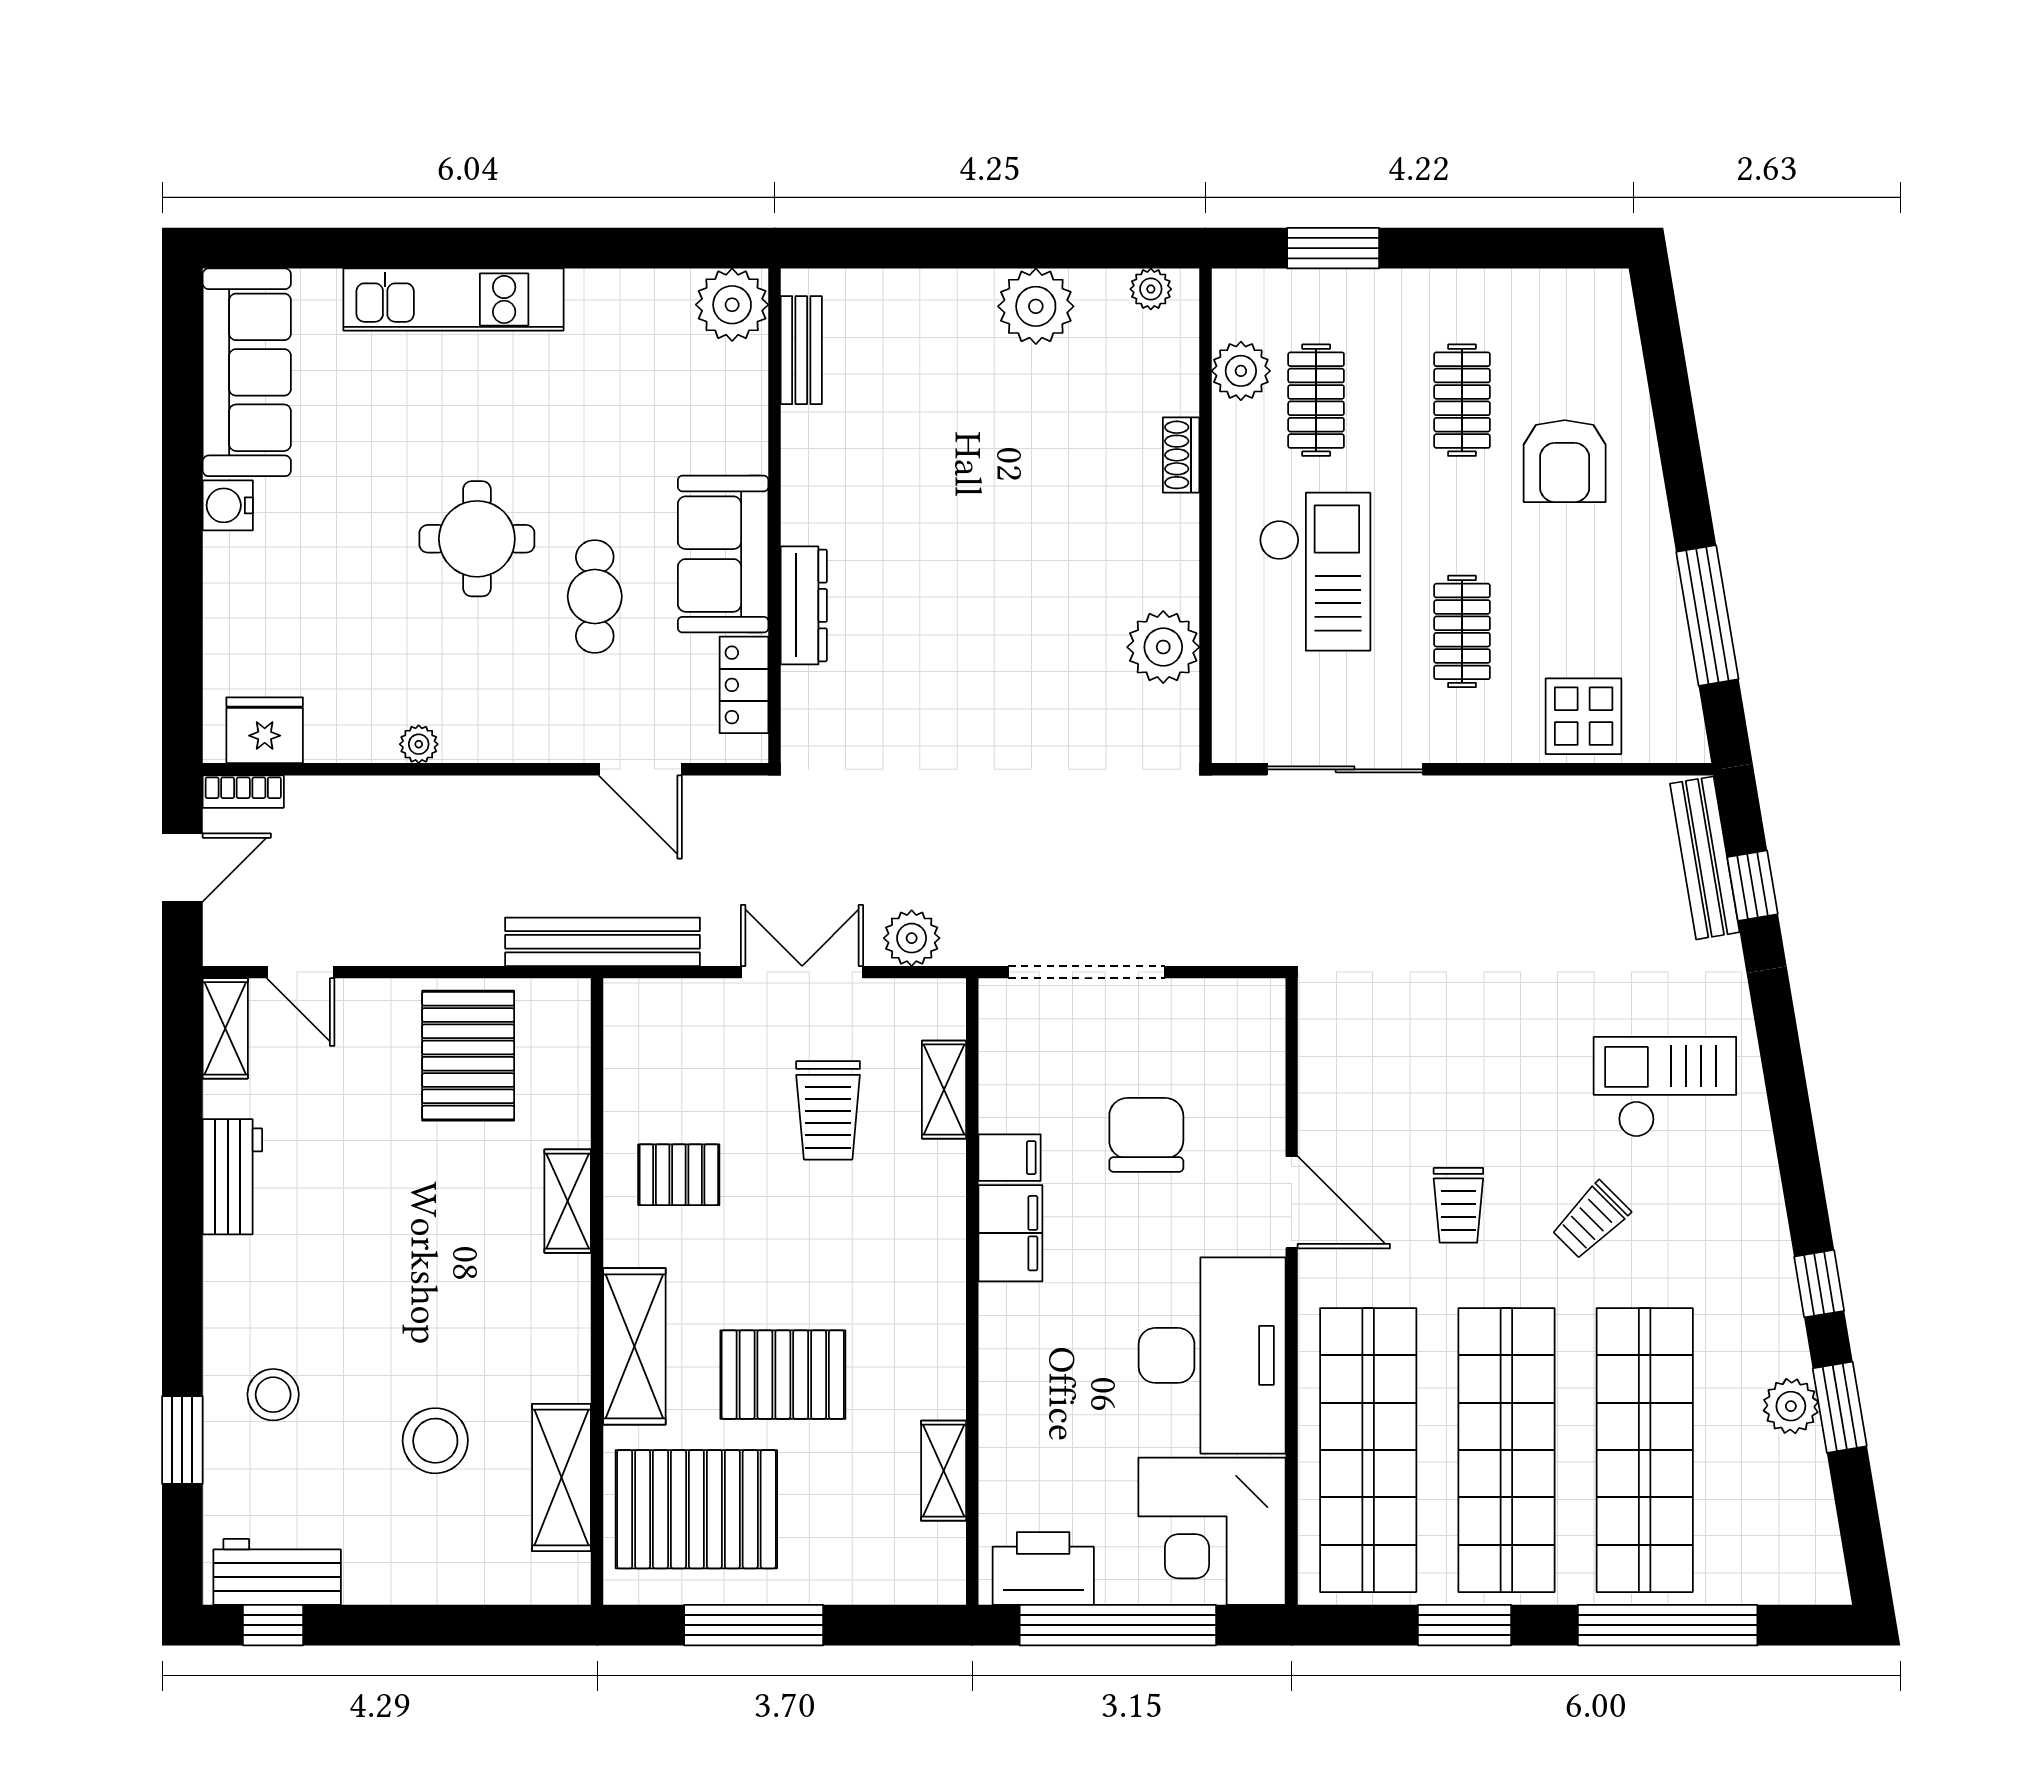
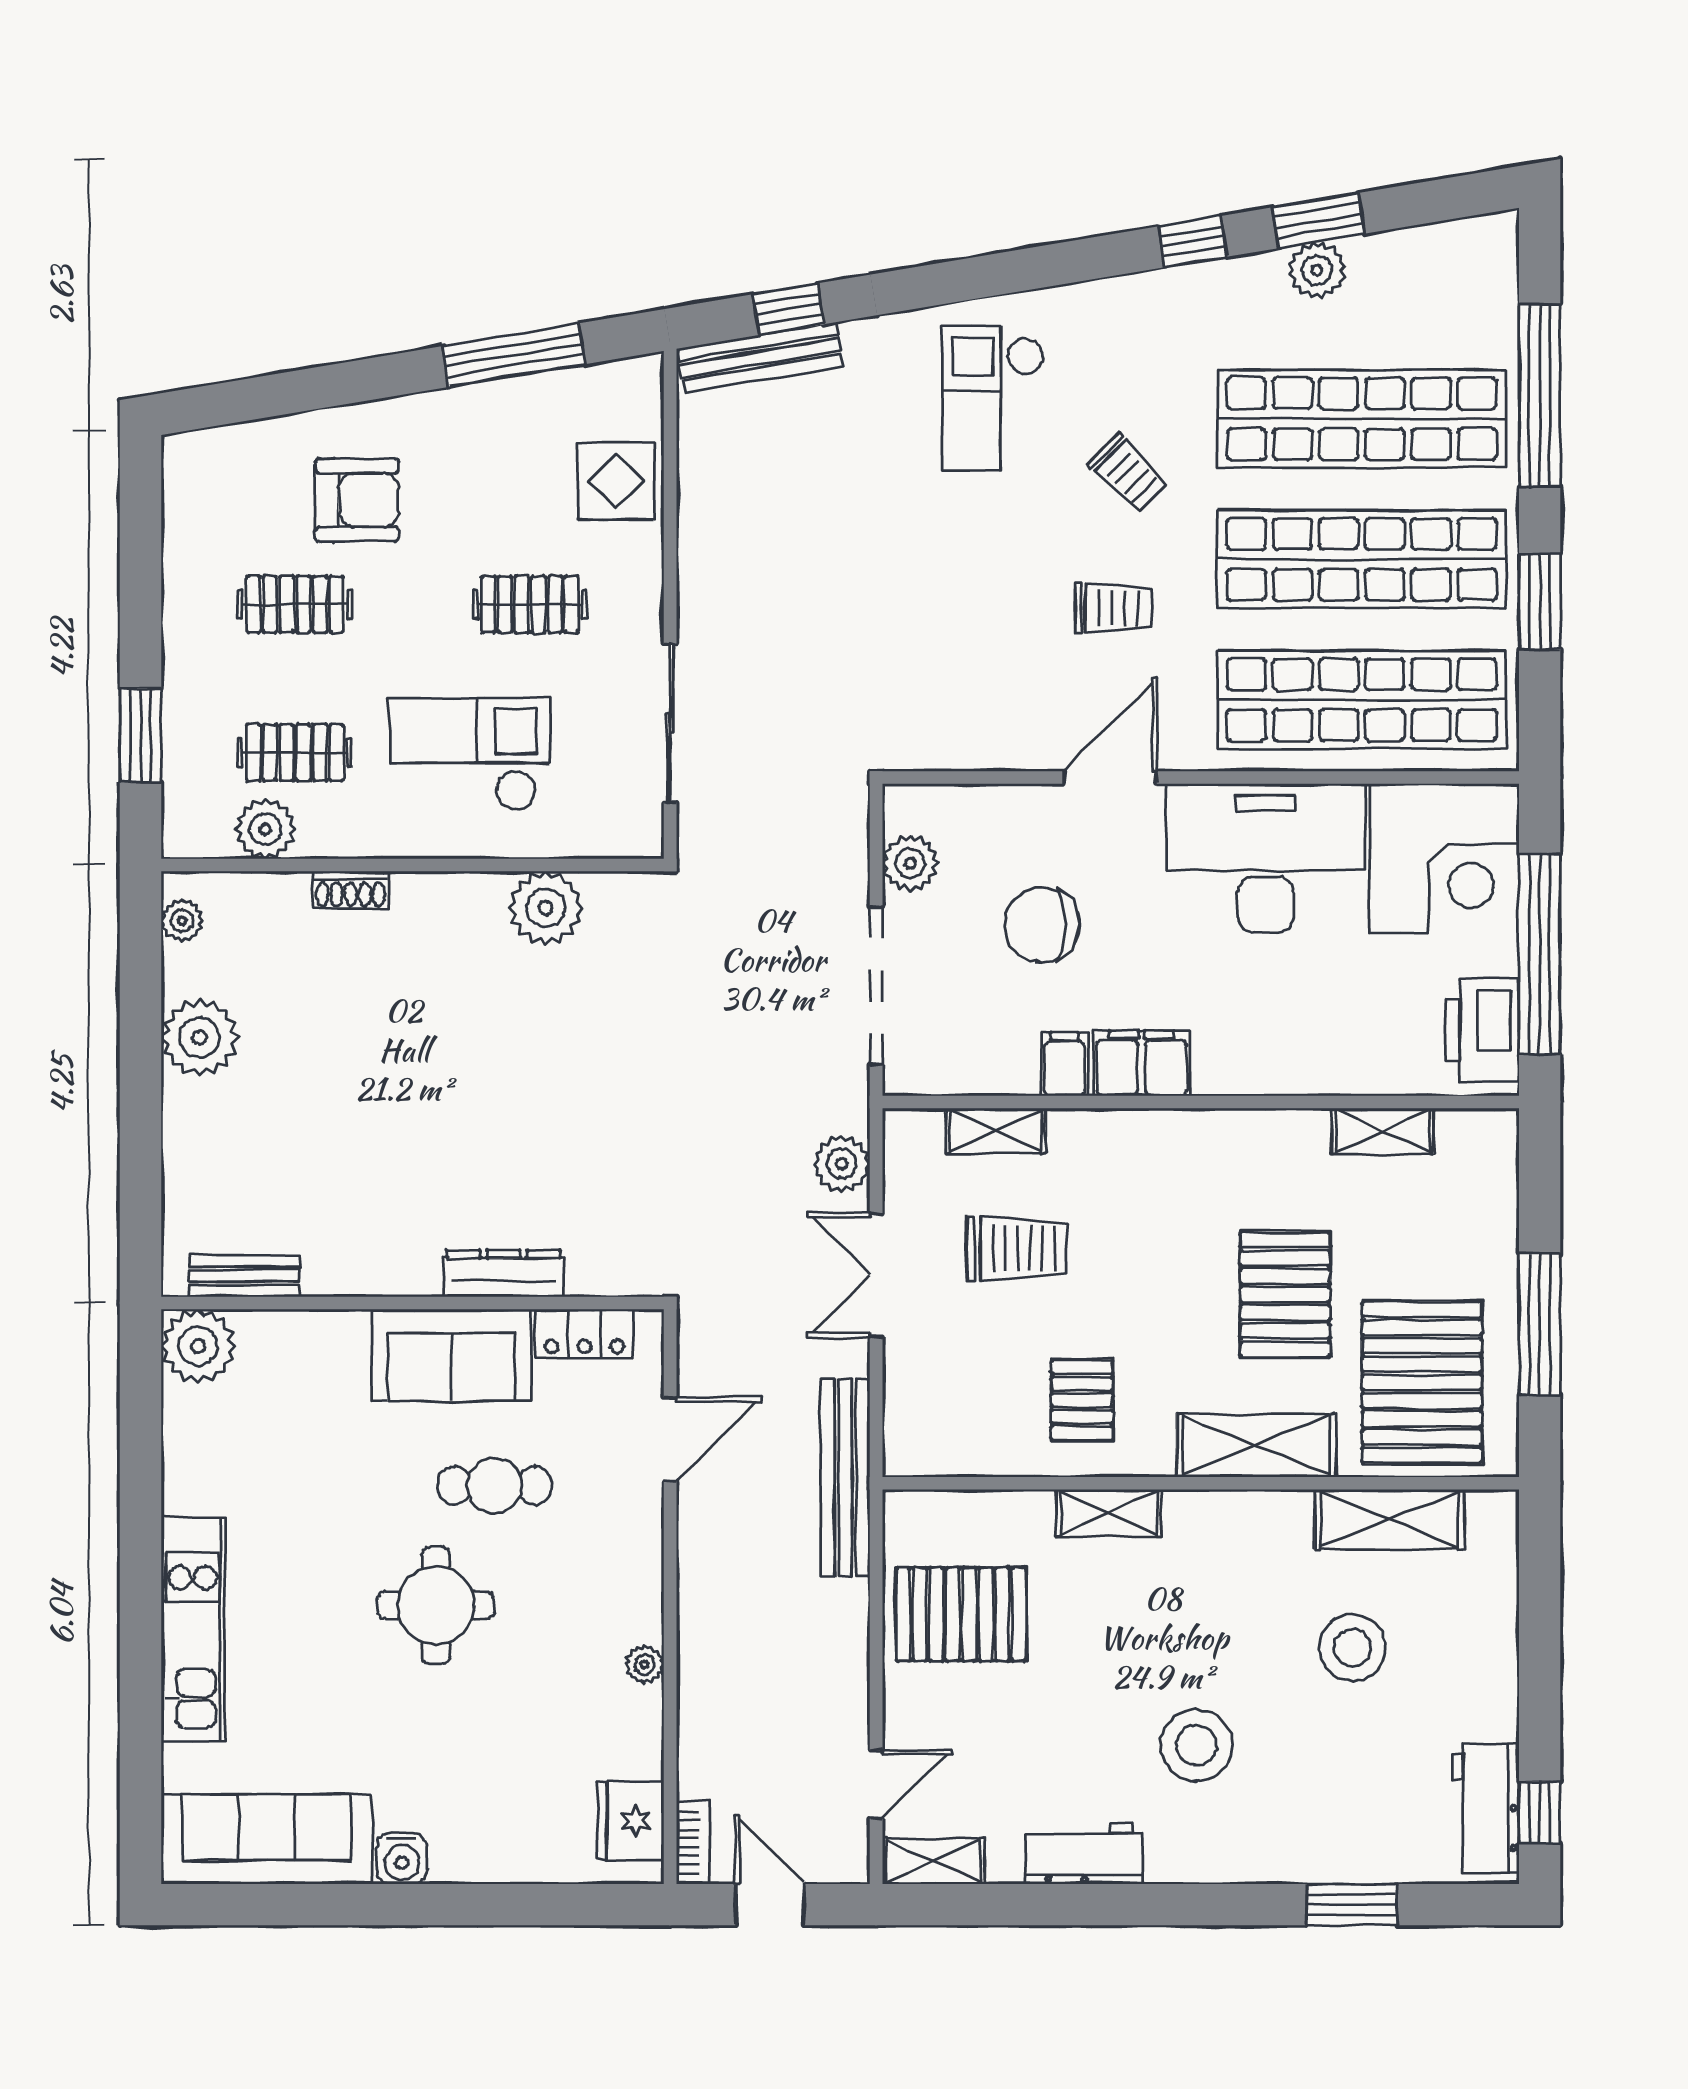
plant: (1207, 1006) -> (910, 863), added
stool: (273, 1395) -> (1197, 1745), moved, width x1.38, depth x1.38

